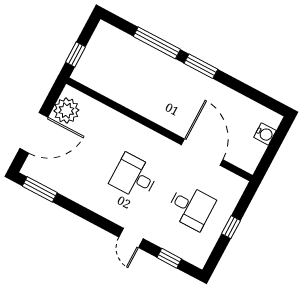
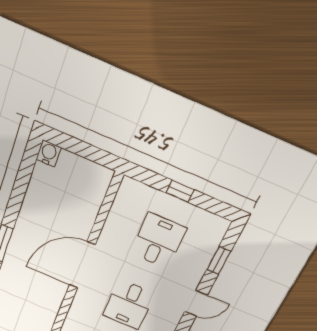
water cooler: (265, 134) -> (49, 153), moved
door: (202, 152) -> (82, 265), moved

